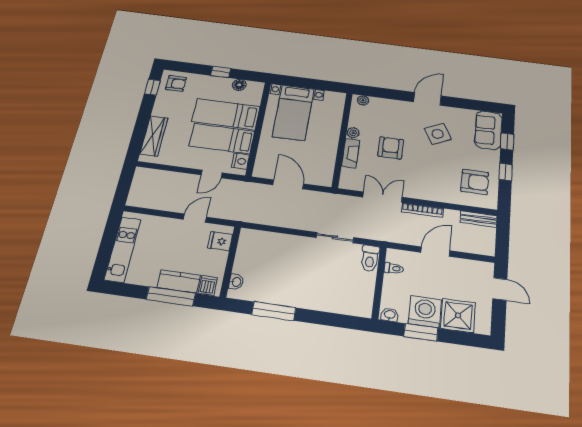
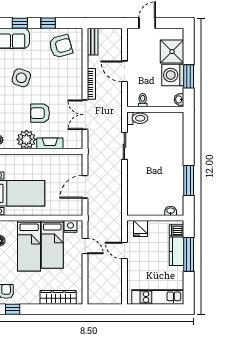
plant: (353, 133) -> (26, 139), width x1.88, depth x1.88
side table: (438, 134) -> (21, 78), turned 45
armchair: (475, 182) -> (61, 46), turned 74

